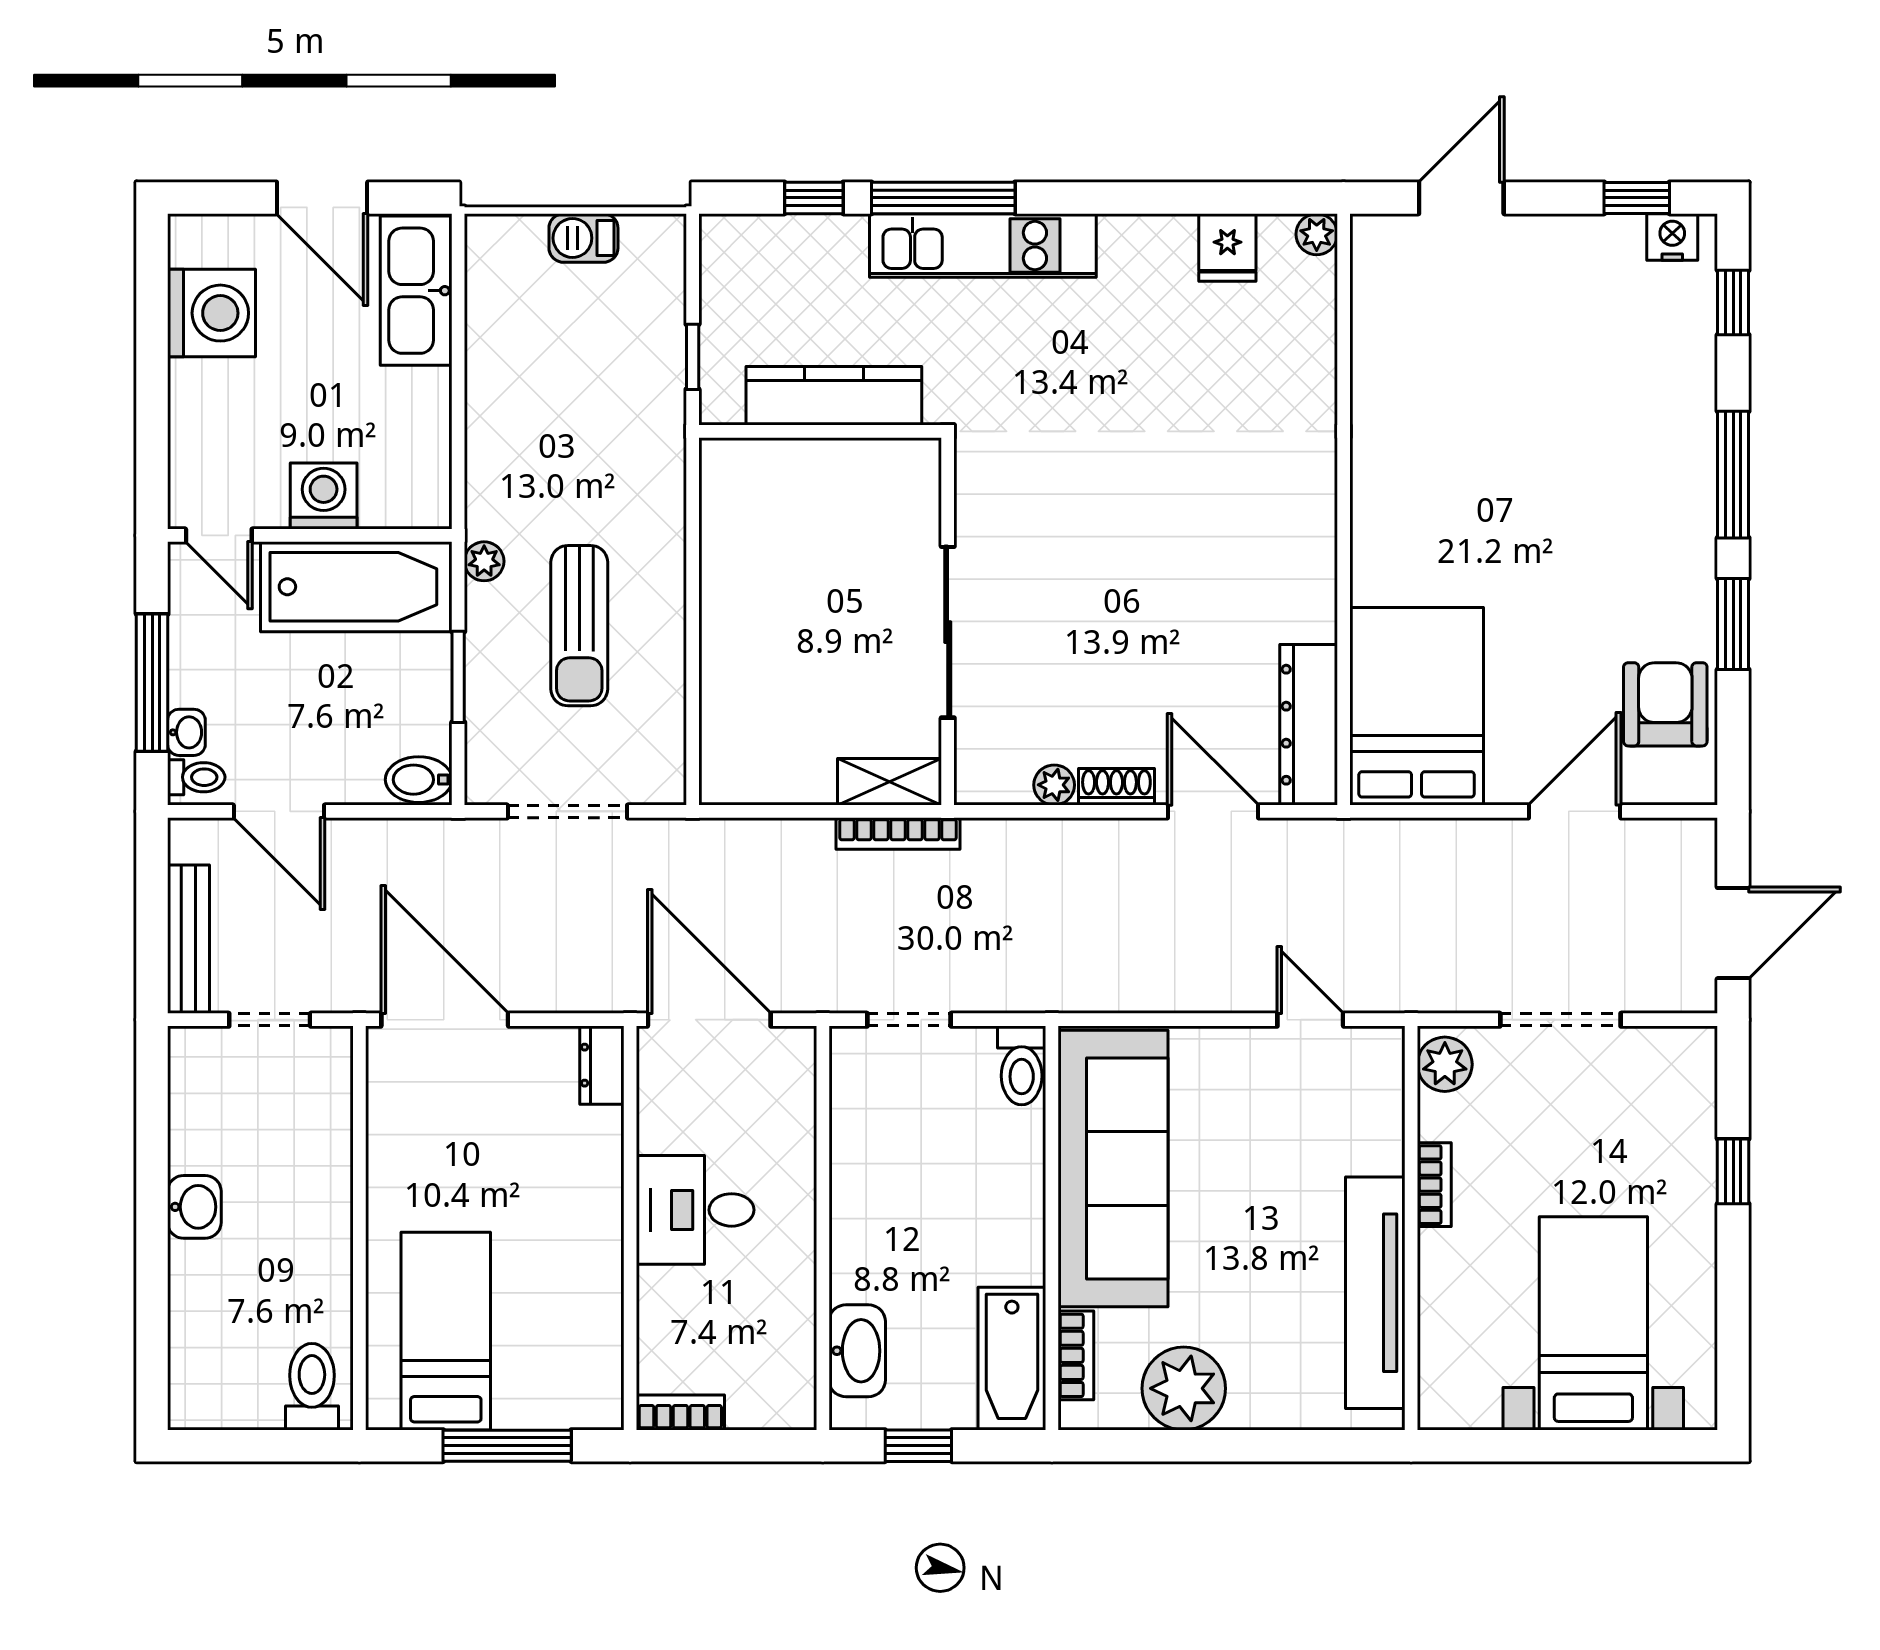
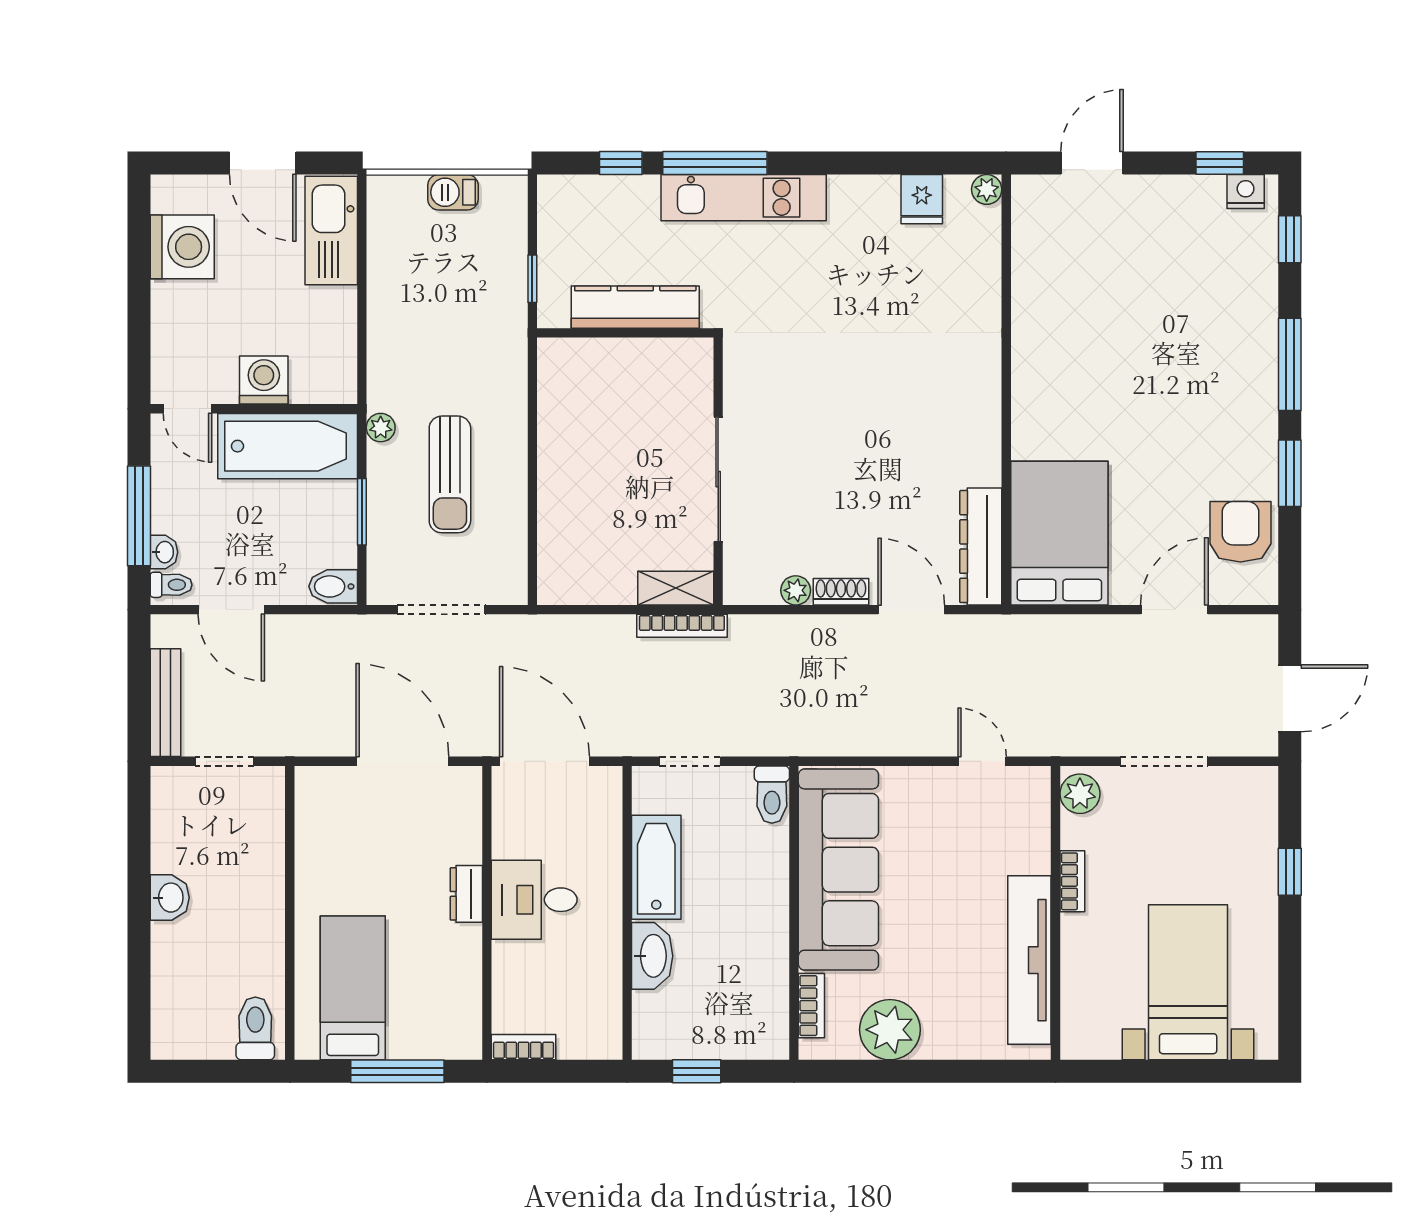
door: (445, 1020) -> (402, 761), moved
dresser: (602, 1065) -> (466, 894), moved
washbasin: (857, 1351) -> (652, 956), moved
bathtub: (1012, 1359) -> (656, 867), moved, turned 180

